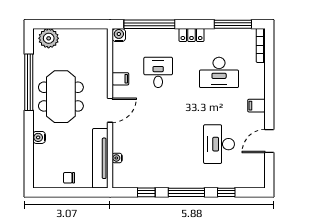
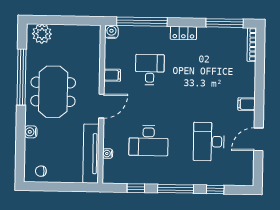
desk: (219, 72) -> (148, 141), moved
chair: (69, 178) -> (41, 171), moved

